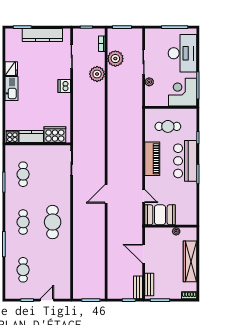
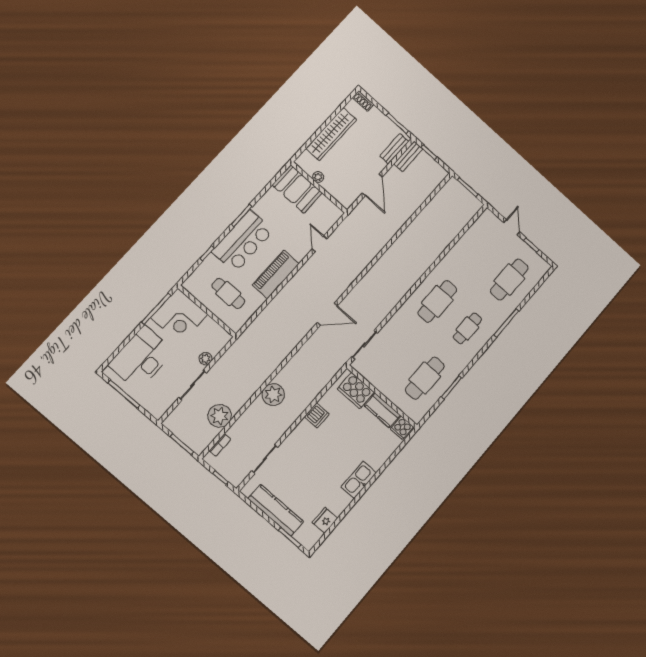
fridge: (11, 69) -> (325, 520), moved
plant: (97, 74) -> (273, 395), moved
dishwasher: (64, 86) -> (317, 415), moved
cafe table: (23, 174) -> (425, 378), width x1.37, depth x1.35
door: (106, 194) -> (327, 314), moved
booth: (160, 215) -> (297, 189), moved
cafe table: (23, 270) -> (509, 279), width x1.37, depth x1.35
door: (47, 300) -> (512, 227), swing flipped

